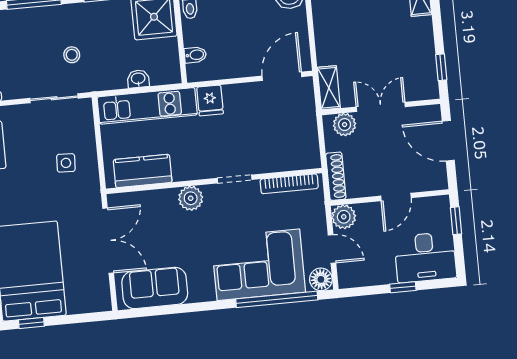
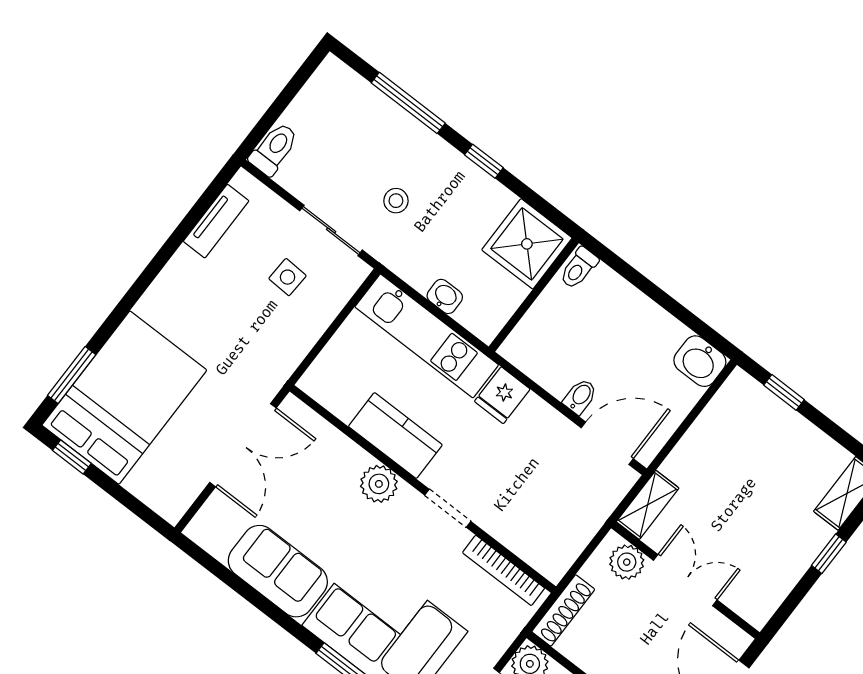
bidet: (195, 55) -> (580, 396), moved, turned -90
window: (441, 67) -> (829, 554), moved
side table: (66, 163) -> (288, 277), moved
kitchen counter: (143, 171) -> (395, 436), moved
sofa: (155, 288) -> (278, 571), moved

